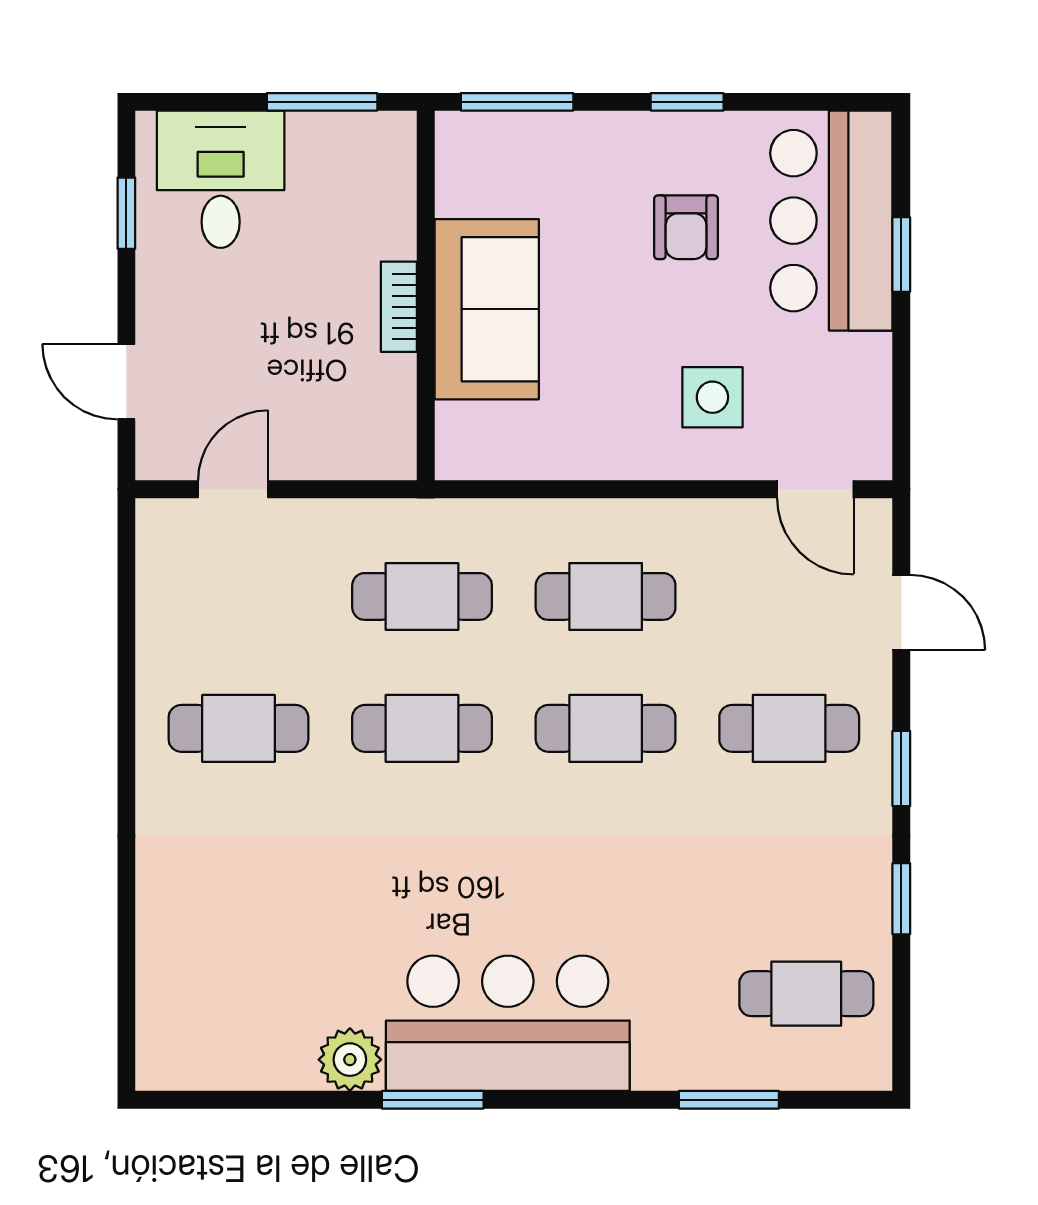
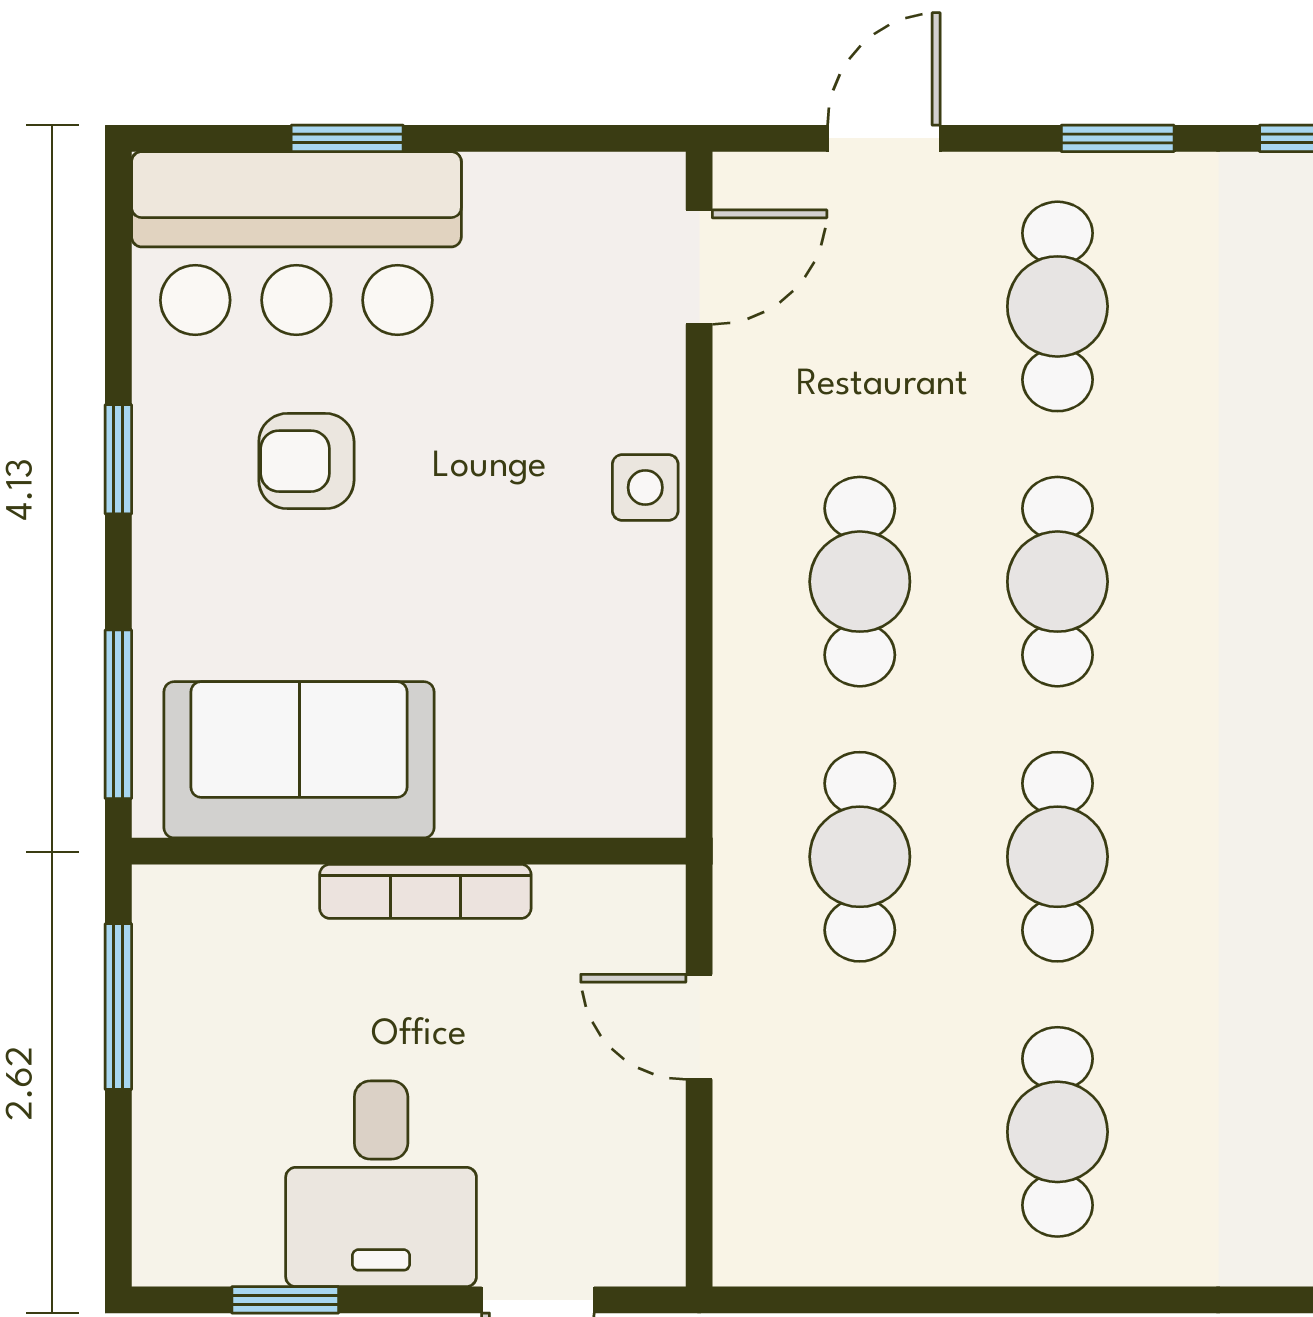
desk: (221, 179) -> (381, 1184), moved, turned -90
armchair: (686, 227) -> (306, 461), turned 180
bookcase: (399, 307) -> (425, 891), width x1.56
sofa: (487, 309) -> (299, 760), moved
side table: (712, 397) -> (645, 488), moved, width x0.73, depth x0.73
door: (233, 489) -> (699, 1027), moved

